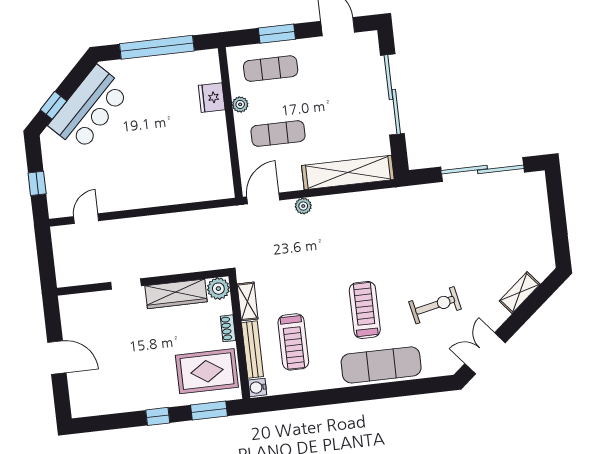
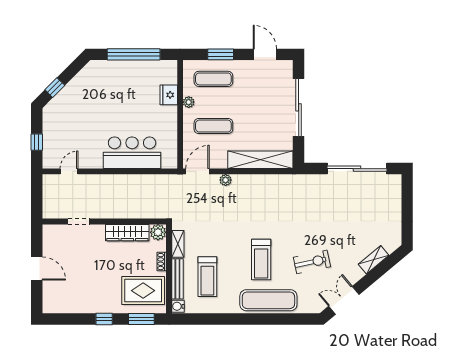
bar counter: (89, 108) -> (132, 153), moved, turned -135
doorway: (126, 284) -> (79, 221), moved
treadmill: (365, 310) -> (261, 260), turned 180

